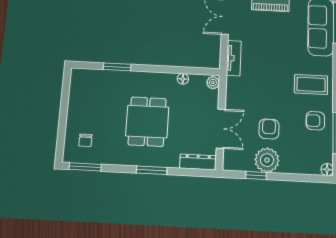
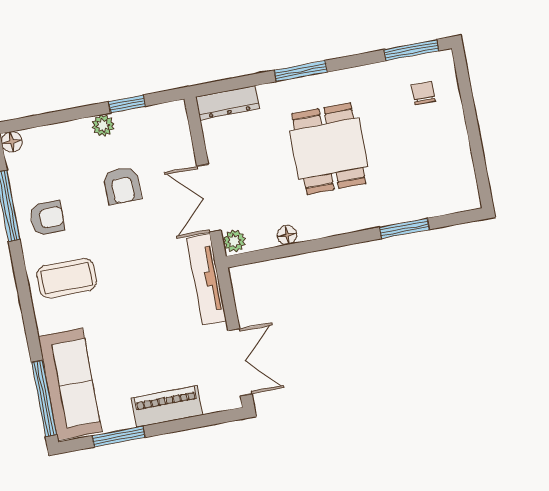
tv unit: (234, 58) -> (206, 279), width x1.41
double door: (221, 129) -> (209, 198), moved
plant: (267, 160) -> (103, 125), width x0.53, depth x0.53

